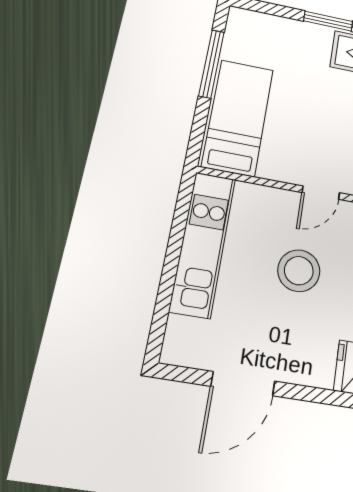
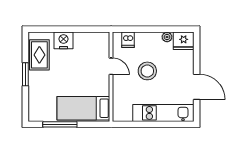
kitchen unit: (203, 244) -> (163, 113), moved

